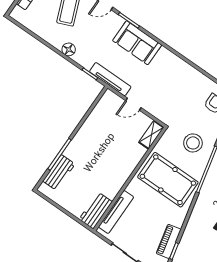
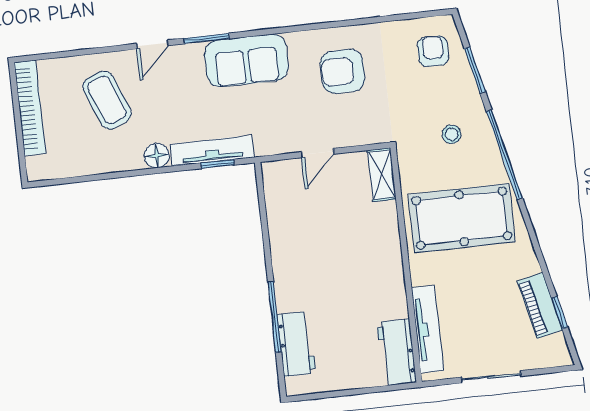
tv unit: (110, 79) -> (212, 151), moved
armchair: (171, 80) -> (343, 71), added
stool: (193, 143) -> (452, 134), width x0.53, depth x0.53

